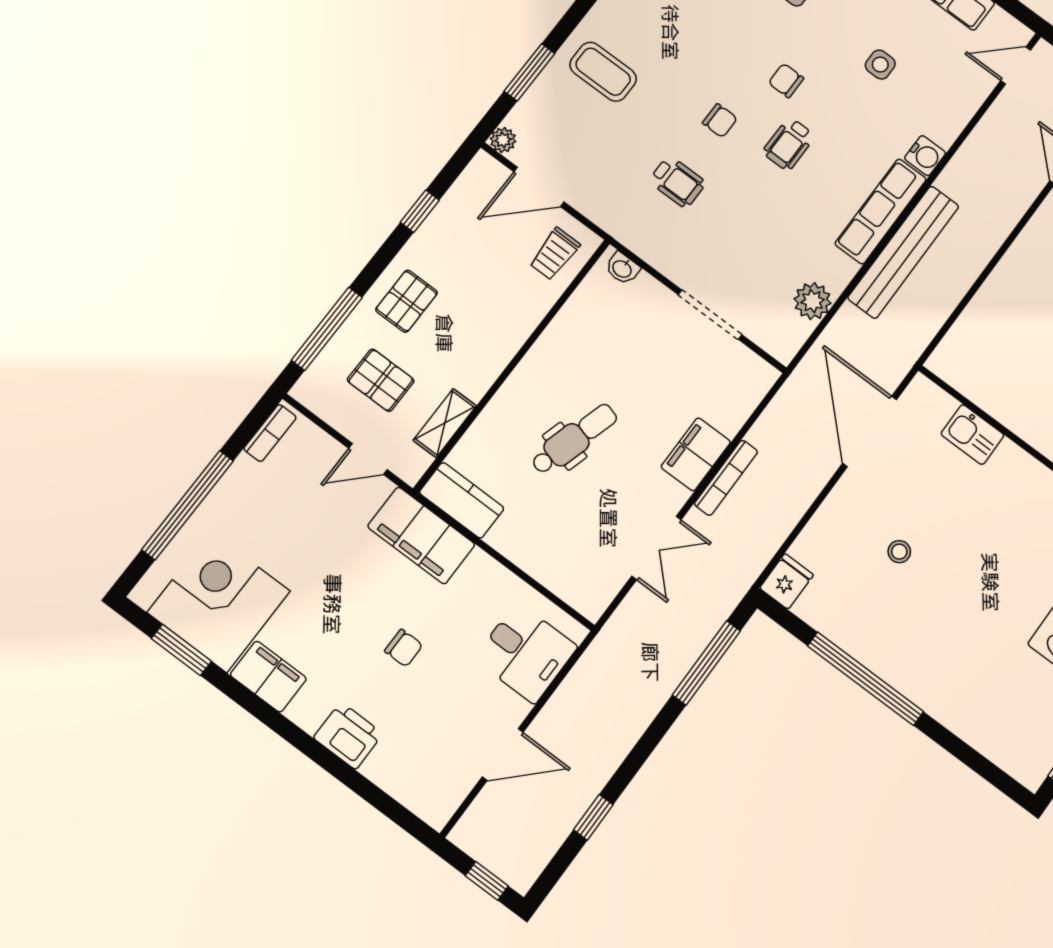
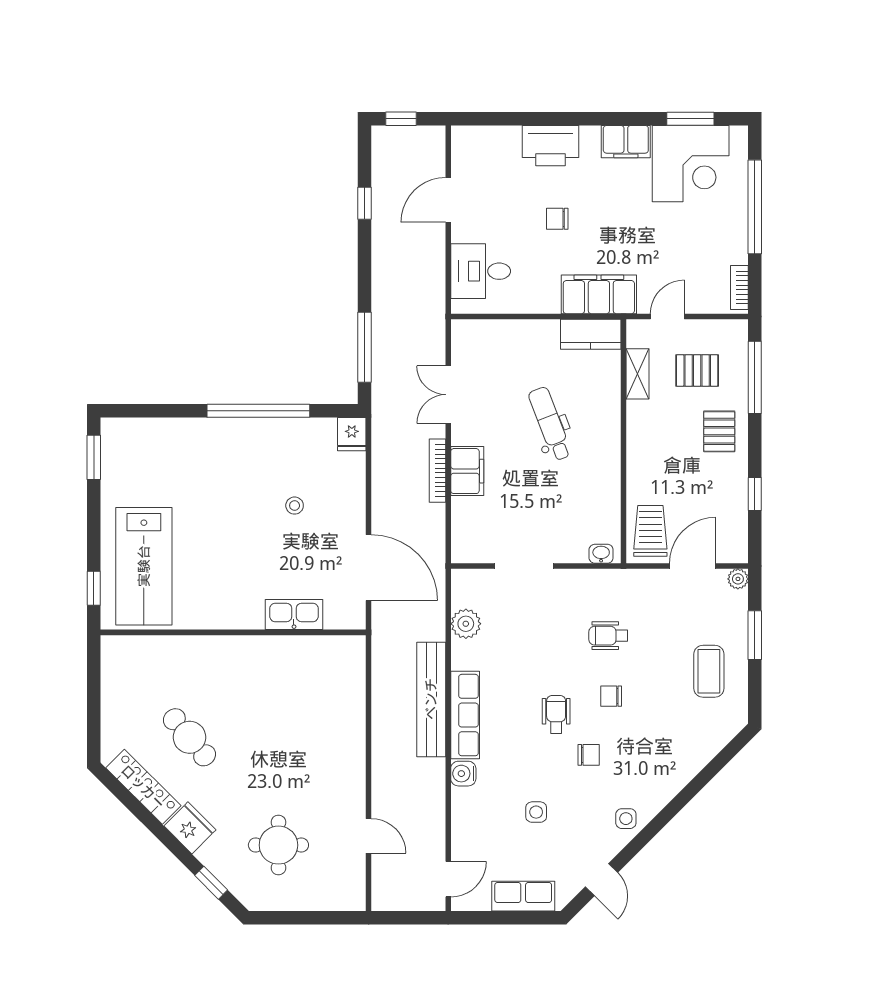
coffee table: (603, 72) -> (709, 671), turned 90
trolley: (555, 254) -> (650, 531), width x1.36, depth x1.39
kitchen sink: (972, 435) -> (294, 615), width x1.38
dental chair: (574, 439) -> (550, 424), turned 143
printer: (348, 736) -> (551, 146), width x1.37, depth x1.19

